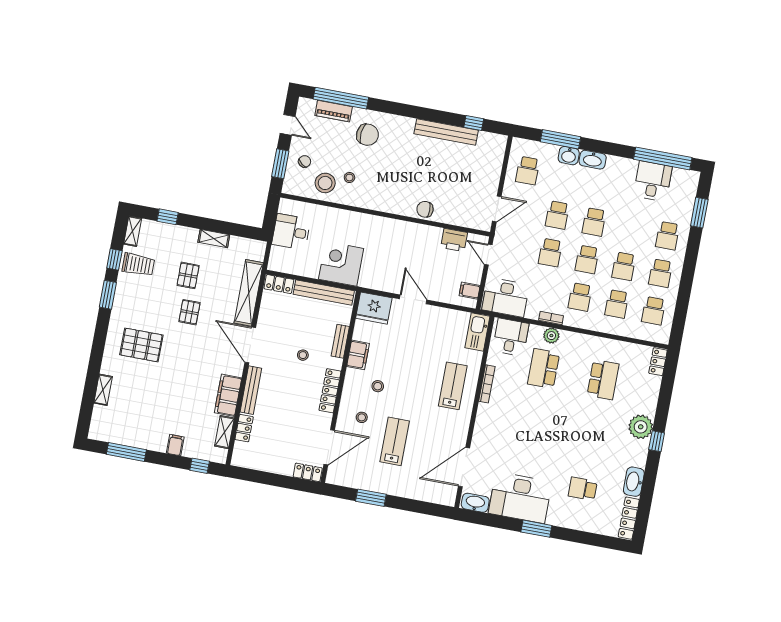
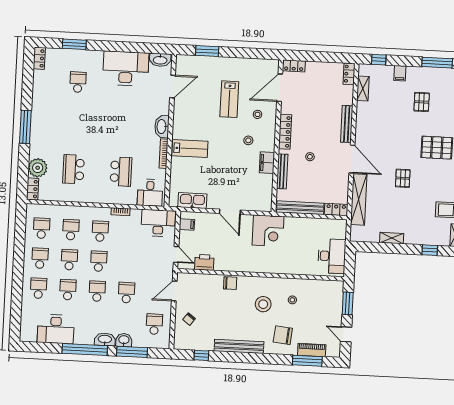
window: (341, 98) -> (307, 361), width x0.68
bench: (446, 132) -> (239, 346), moved
window: (663, 158) -> (85, 350), moved
chair: (305, 161) -> (189, 319), moved
desk: (653, 181) -> (56, 329), width x1.37
stool: (325, 183) -> (263, 304), moved
window: (699, 213) -> (16, 309), removed
desk: (291, 232) -> (332, 256), width x1.37
school desk: (550, 253) -> (68, 290), moved
corner desk: (341, 264) -> (268, 231), moved
pallet: (188, 275) -> (422, 102), moved
fridge: (374, 308) -> (260, 201), removed
kitchen sink: (477, 332) -> (192, 201), moved, turned -90
plant: (551, 336) -> (118, 198), removed
bench: (340, 341) -> (282, 171), width x1.36
lab bench: (453, 386) -> (190, 148), turned -90
filing cabinet: (228, 395) -> (364, 117), removed
plant: (641, 427) -> (38, 168), moved
locker: (244, 428) -> (349, 74), moved
window: (657, 441) -> (25, 127), width x2.17
door: (464, 467) -> (173, 86), width x0.73
washbasin: (634, 482) -> (162, 127), moved, turned 180
school desk: (583, 489) -> (78, 82), turned -90
window: (371, 498) -> (207, 51), moved
locker: (629, 518) -> (39, 58), width x0.66
window: (536, 529) -> (74, 44), moved

